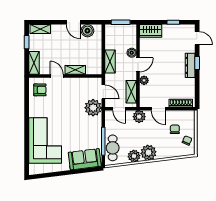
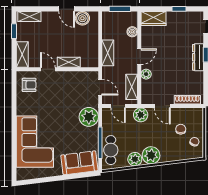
boiler: (132, 53) -> (132, 32), moved
plant: (93, 108) -> (89, 117), moved

